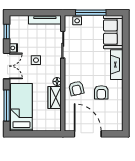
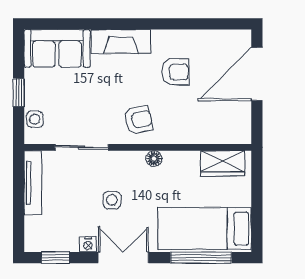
window: (91, 13) -> (19, 92), width x0.46
armchair: (76, 88) -> (138, 120), moved
wardrobe: (55, 98) -> (223, 163), moved
door: (88, 134) -> (257, 74), moved

